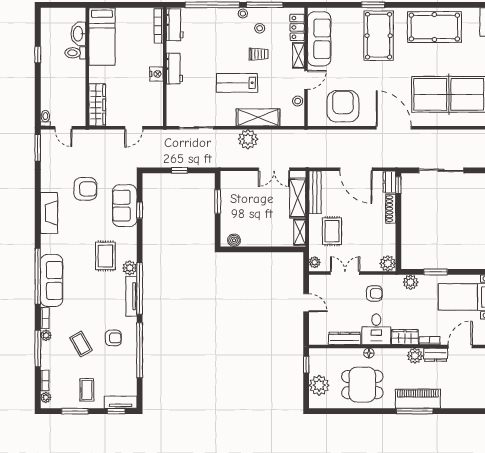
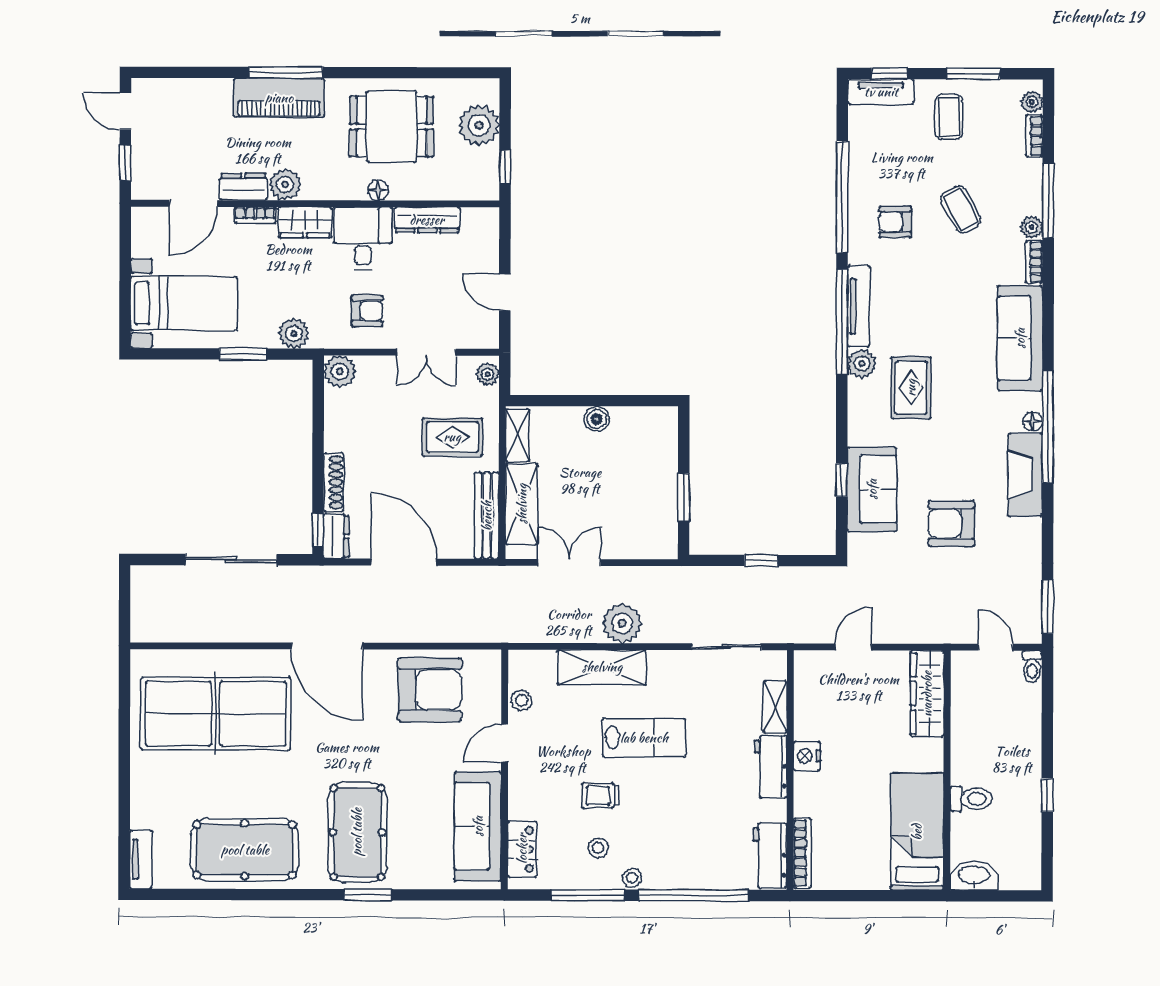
washbasin: (78, 34) -> (974, 876), moved, turned -90
shelving: (298, 55) -> (775, 707), moved
armchair: (343, 106) -> (430, 690), turned -90
rug: (332, 231) -> (452, 437), turned 90
floor lamp: (45, 239) -> (1033, 421), added
boiler: (234, 240) -> (597, 419), moved
window: (38, 276) -> (1048, 426), moved
armchair: (374, 293) -> (367, 311), turned 180

